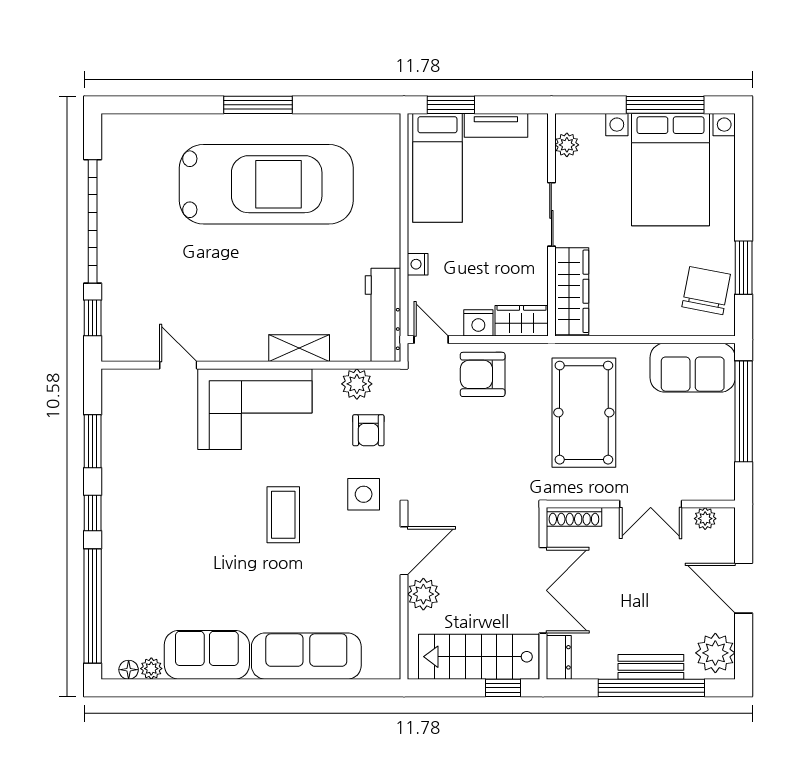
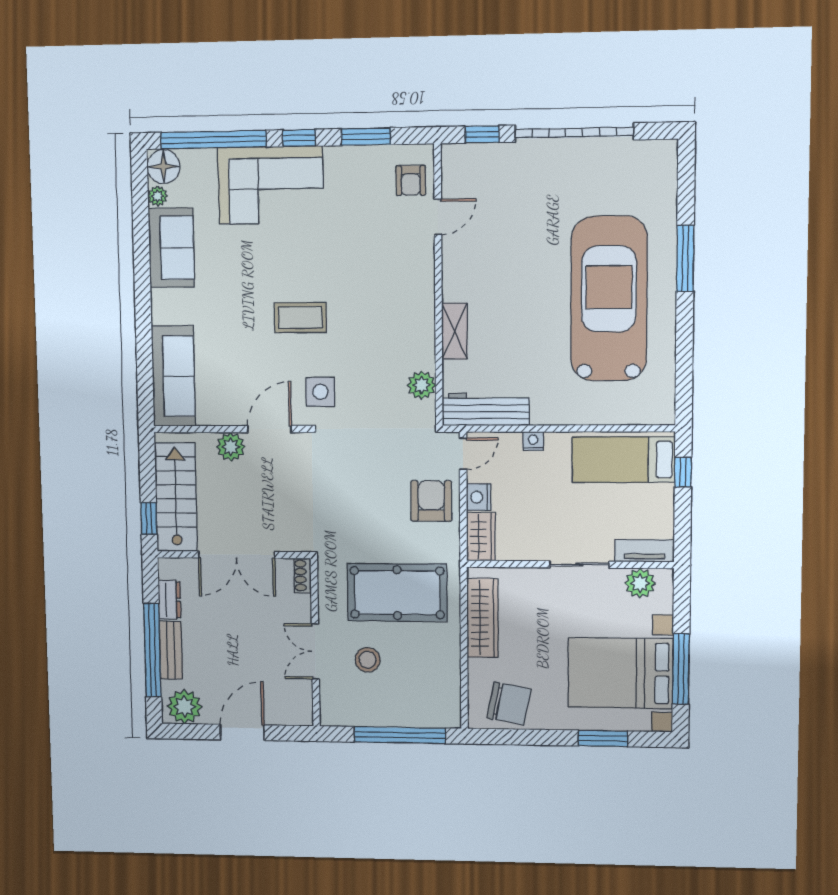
window: (258, 105) -> (685, 258), moved
window: (451, 105) -> (683, 472), width x0.67
tv unit: (496, 125) -> (644, 551), moved, turned 90
plant: (567, 145) -> (640, 583), width x1.38, depth x1.38
car: (266, 184) -> (609, 299), turned 180
window: (744, 268) -> (603, 738), moved
wardrobe: (572, 291) -> (482, 618), moved, turned -90
sofa: (693, 368) -> (439, 690), removed
corner sofa: (255, 409) -> (271, 185), moved, turned -90
armchair: (368, 430) -> (411, 180), moved, turned -90
stool: (659, 446) -> (368, 660), added
shoe rack: (574, 517) -> (303, 576), width x0.70
plant: (705, 519) -> (303, 700), removed
door: (404, 551) -> (270, 429), swing flipped
sofa: (306, 656) -> (173, 376), moved
dresser: (559, 657) -> (169, 600), moved, turned -90
floor lamp: (129, 670) -> (163, 167), width x1.89, depth x1.89

